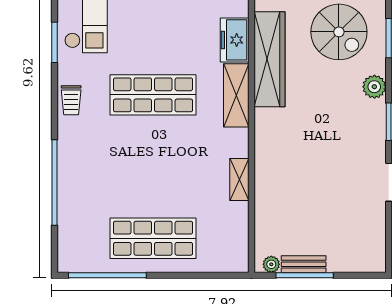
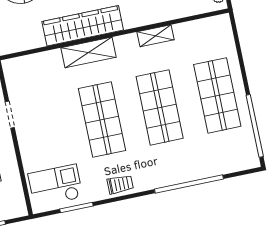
freezer: (235, 40) -> (44, 63), removed
wardrobe: (269, 59) -> (83, 26), moved
shop shelf: (153, 167) -> (160, 107), added

